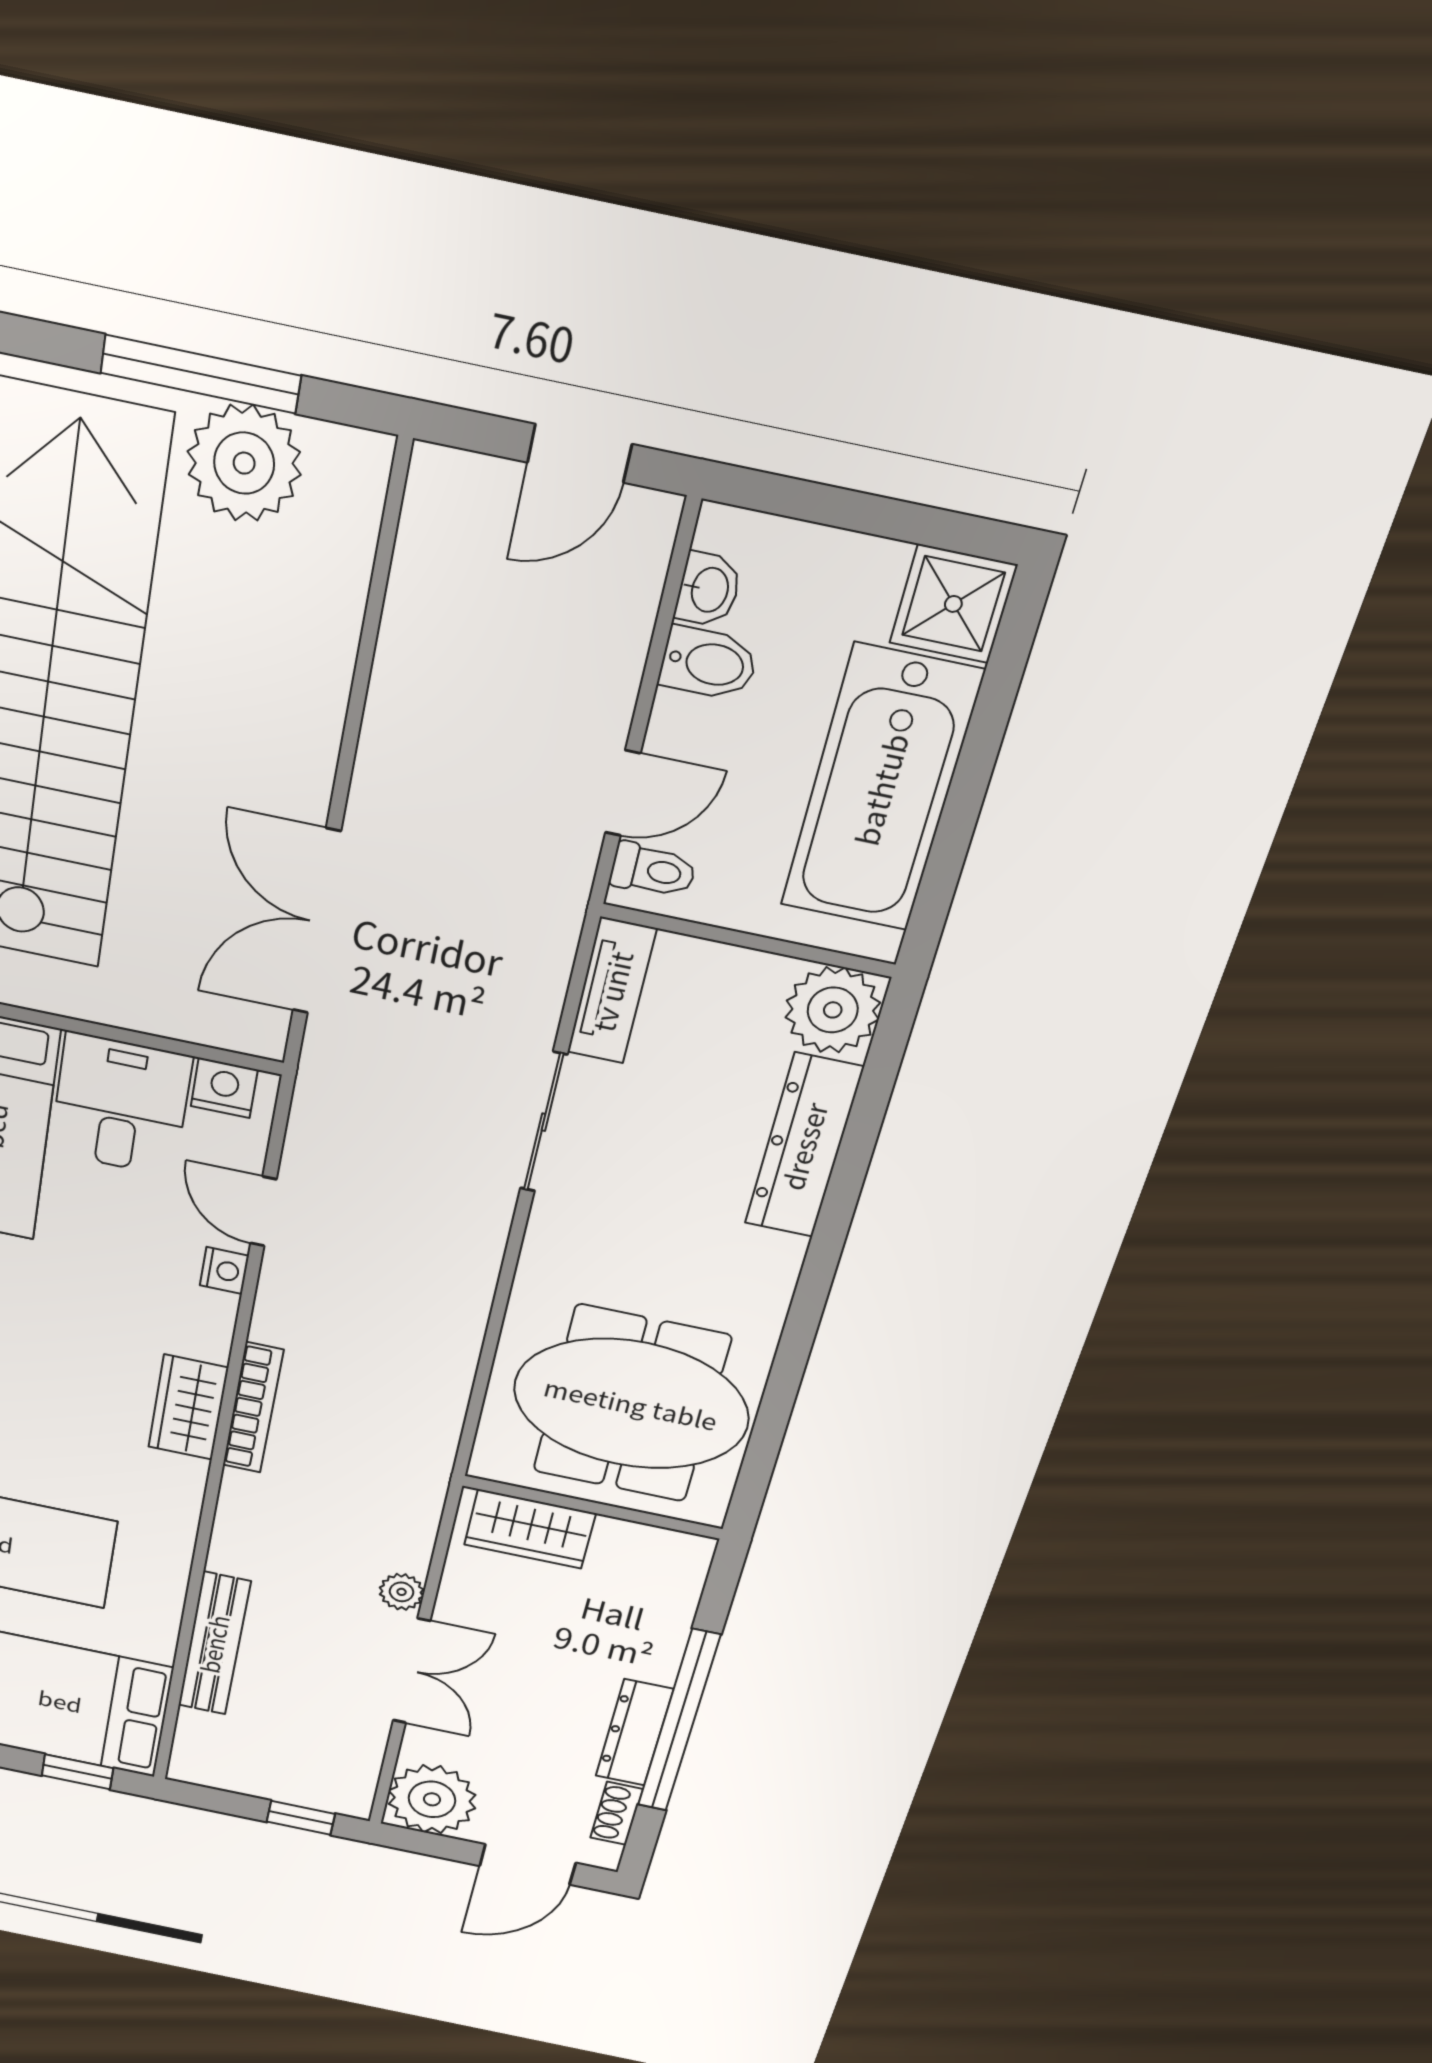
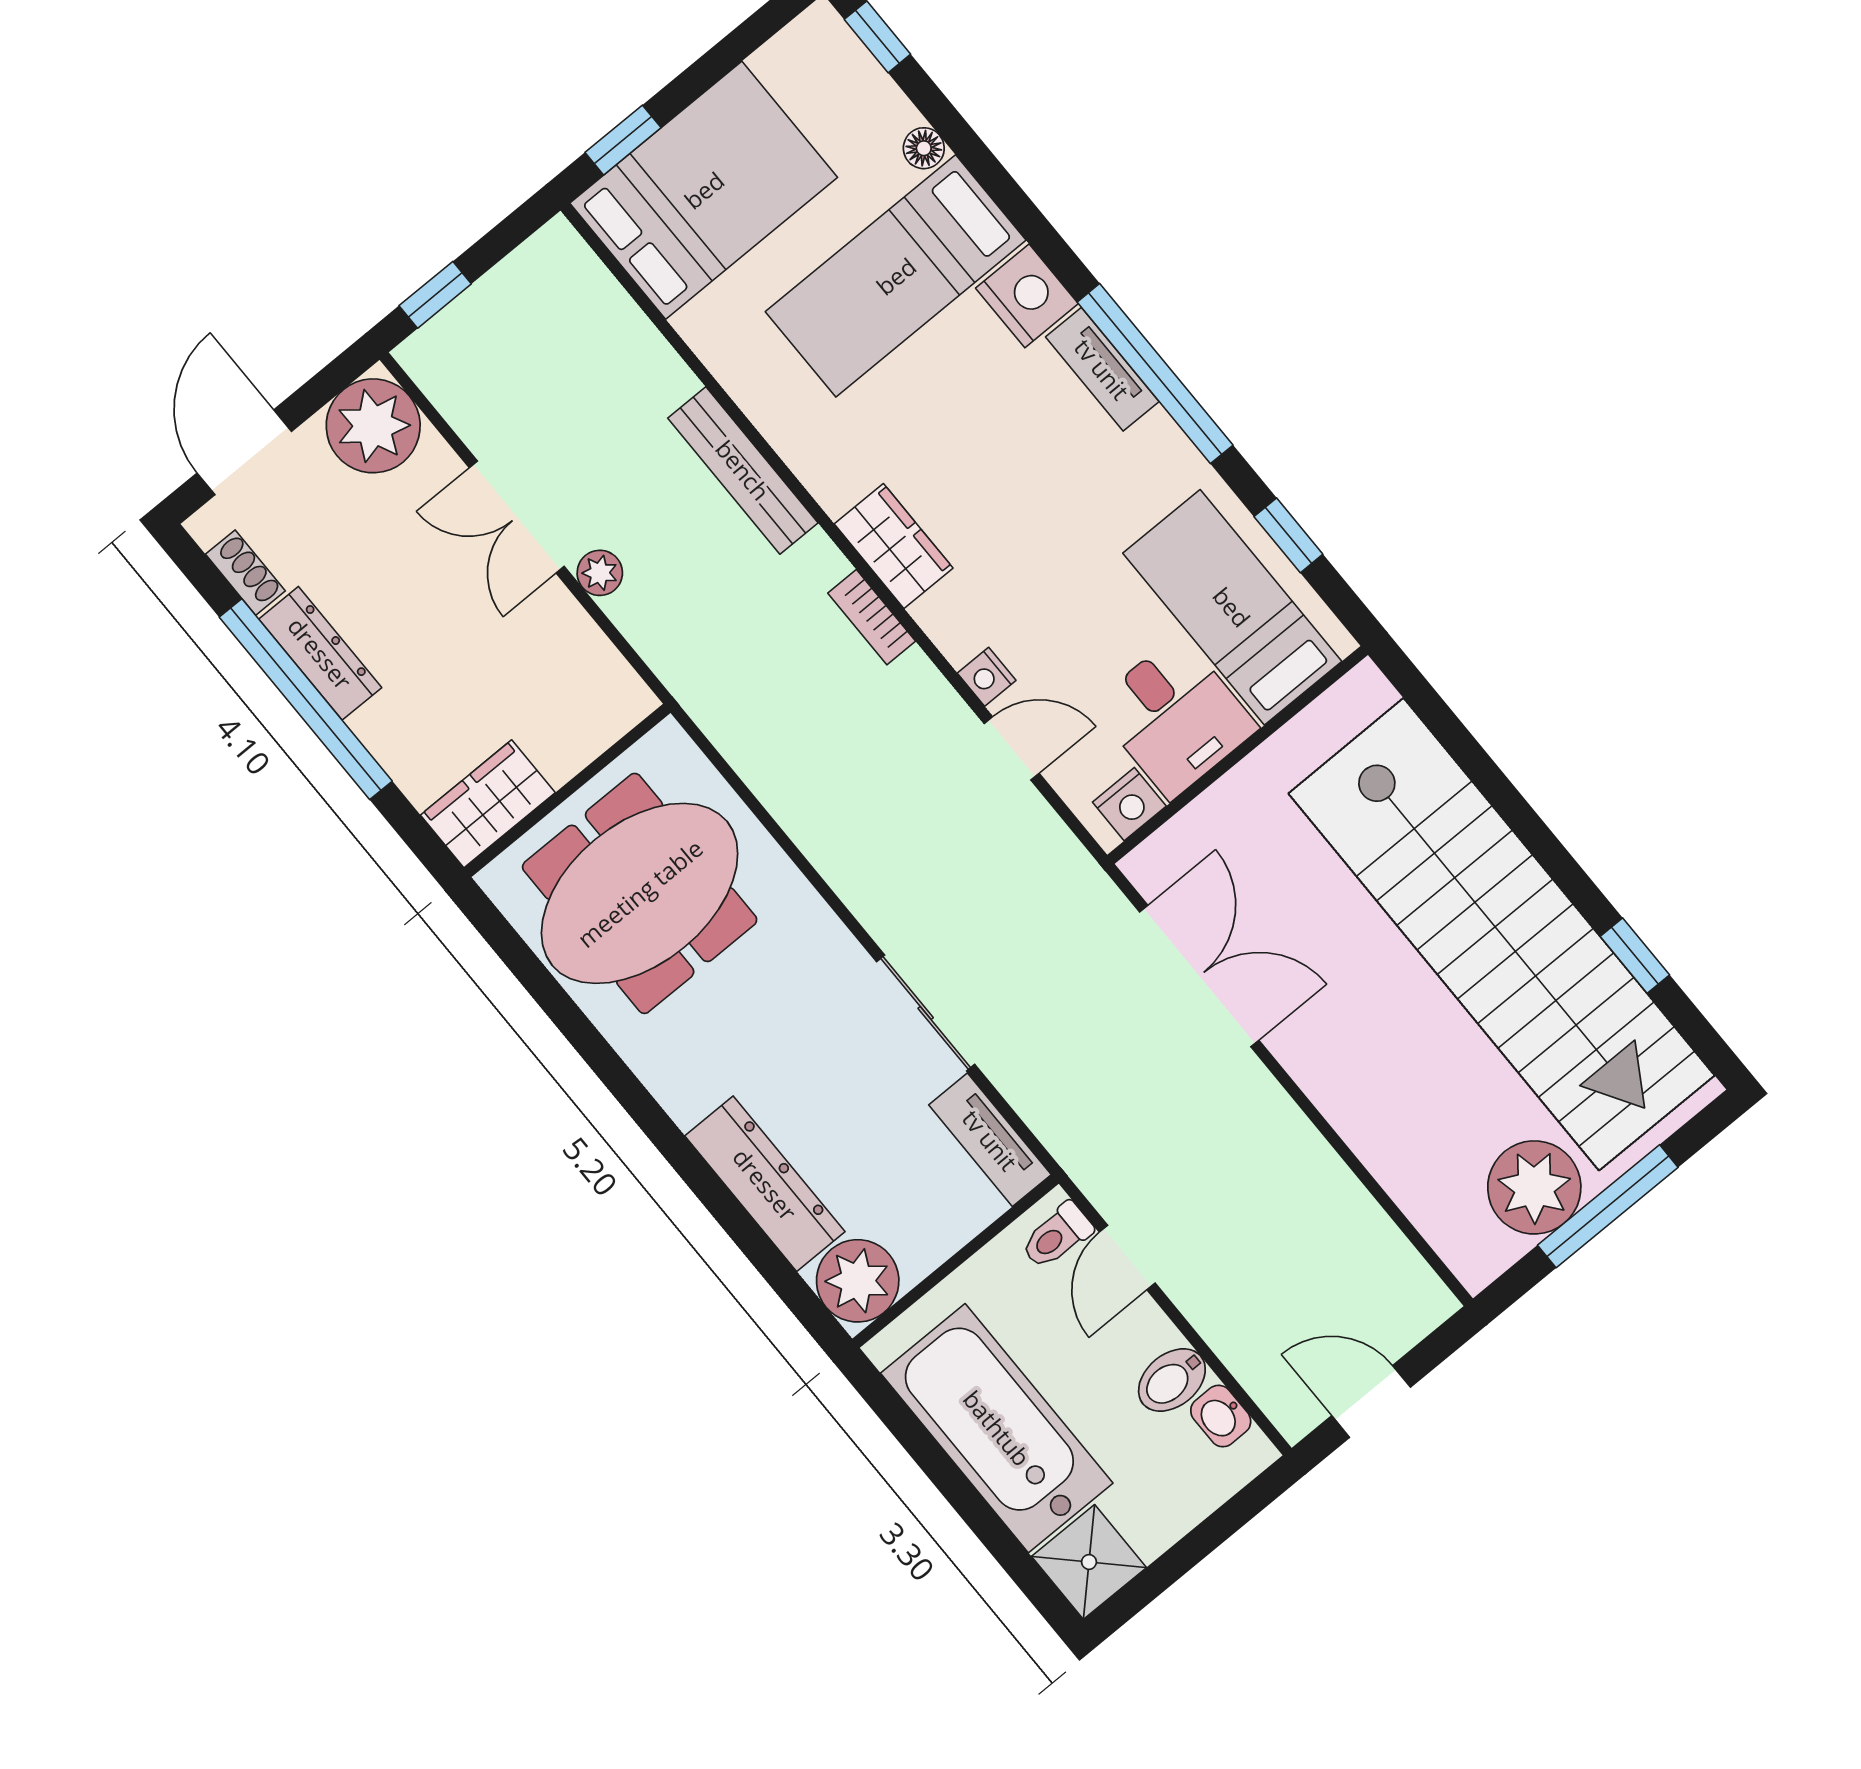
door: (579, 453) -> (1371, 1401), hinge flipped
bookcase: (253, 1408) -> (872, 617), width x0.64
wardrobe: (530, 1529) -> (488, 804), moved
bench: (214, 1644) -> (743, 470), moved

